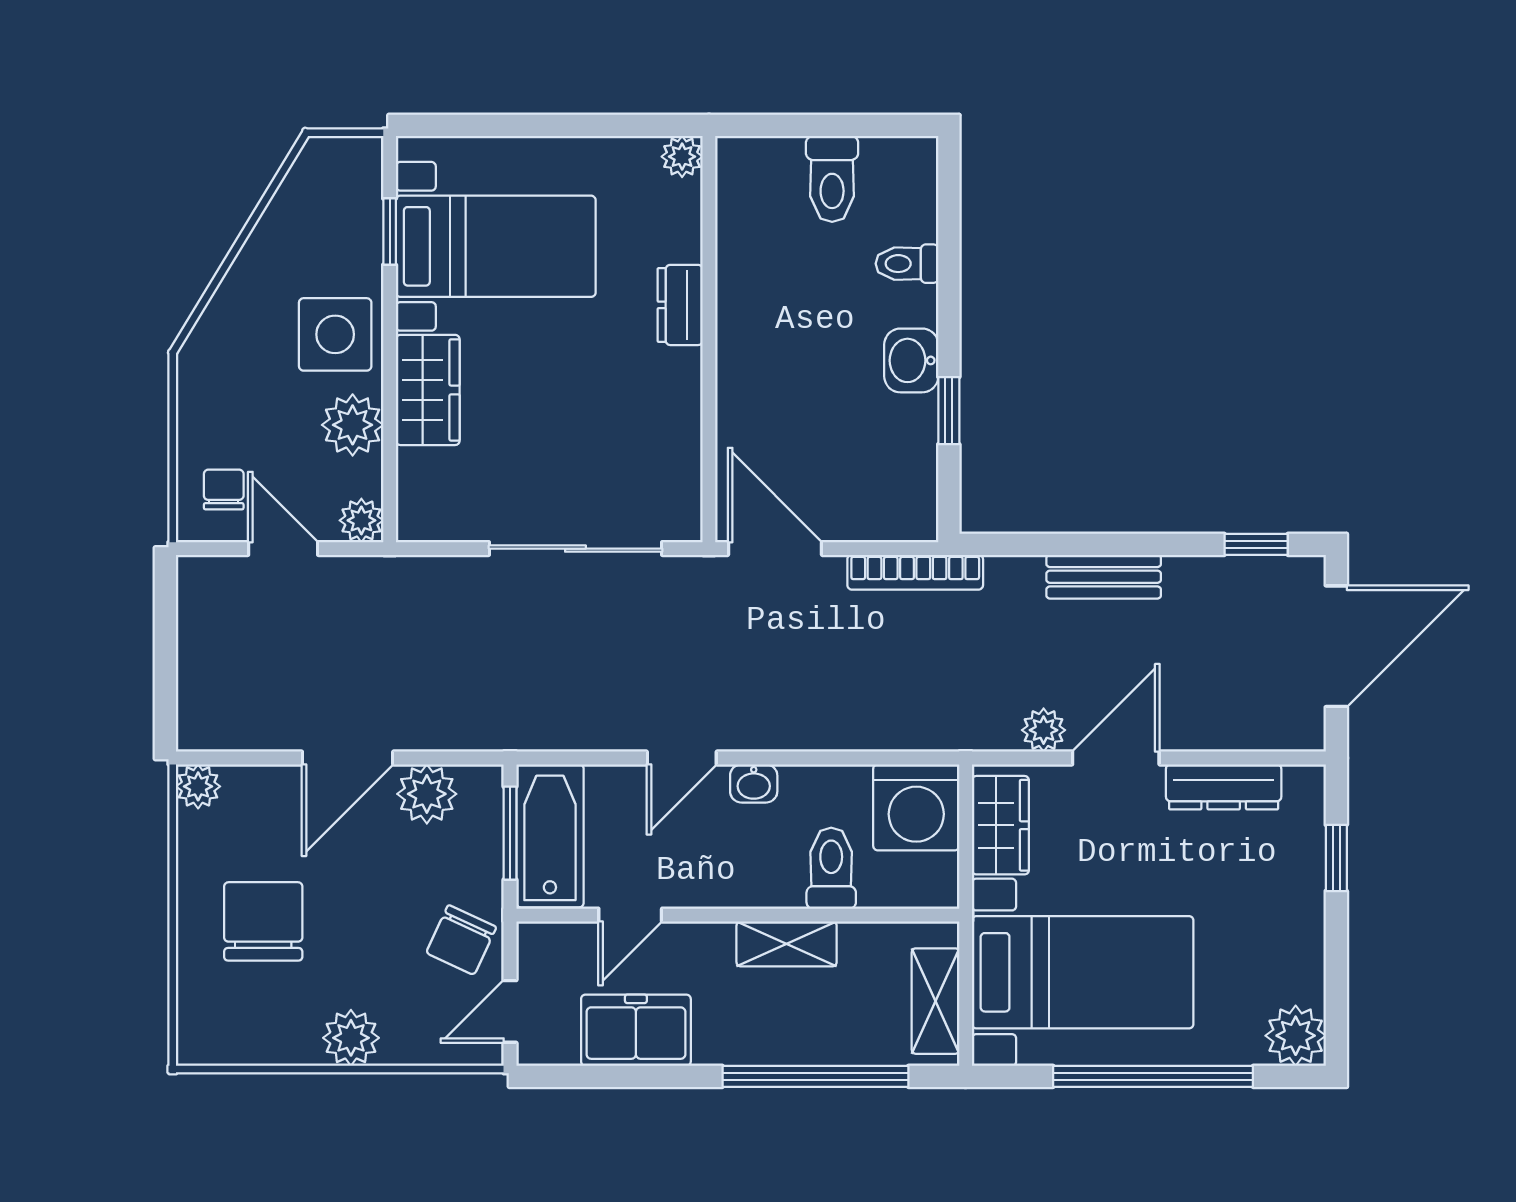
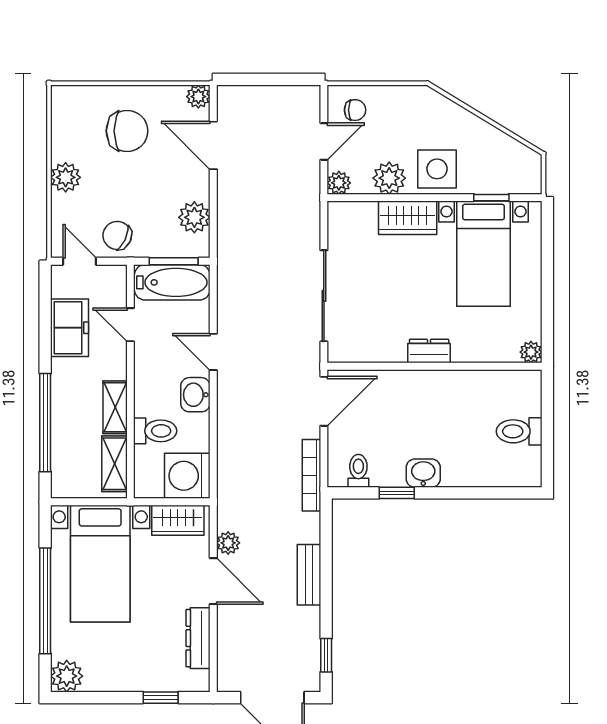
toilet: (907, 264) -> (358, 471), moved
dresser: (680, 305) -> (429, 351), moved
door: (348, 758) -> (213, 145), moved
washbasin: (754, 783) -> (195, 395), width x1.38, depth x1.45
shelving: (935, 1001) -> (114, 464), moved, turned 90

